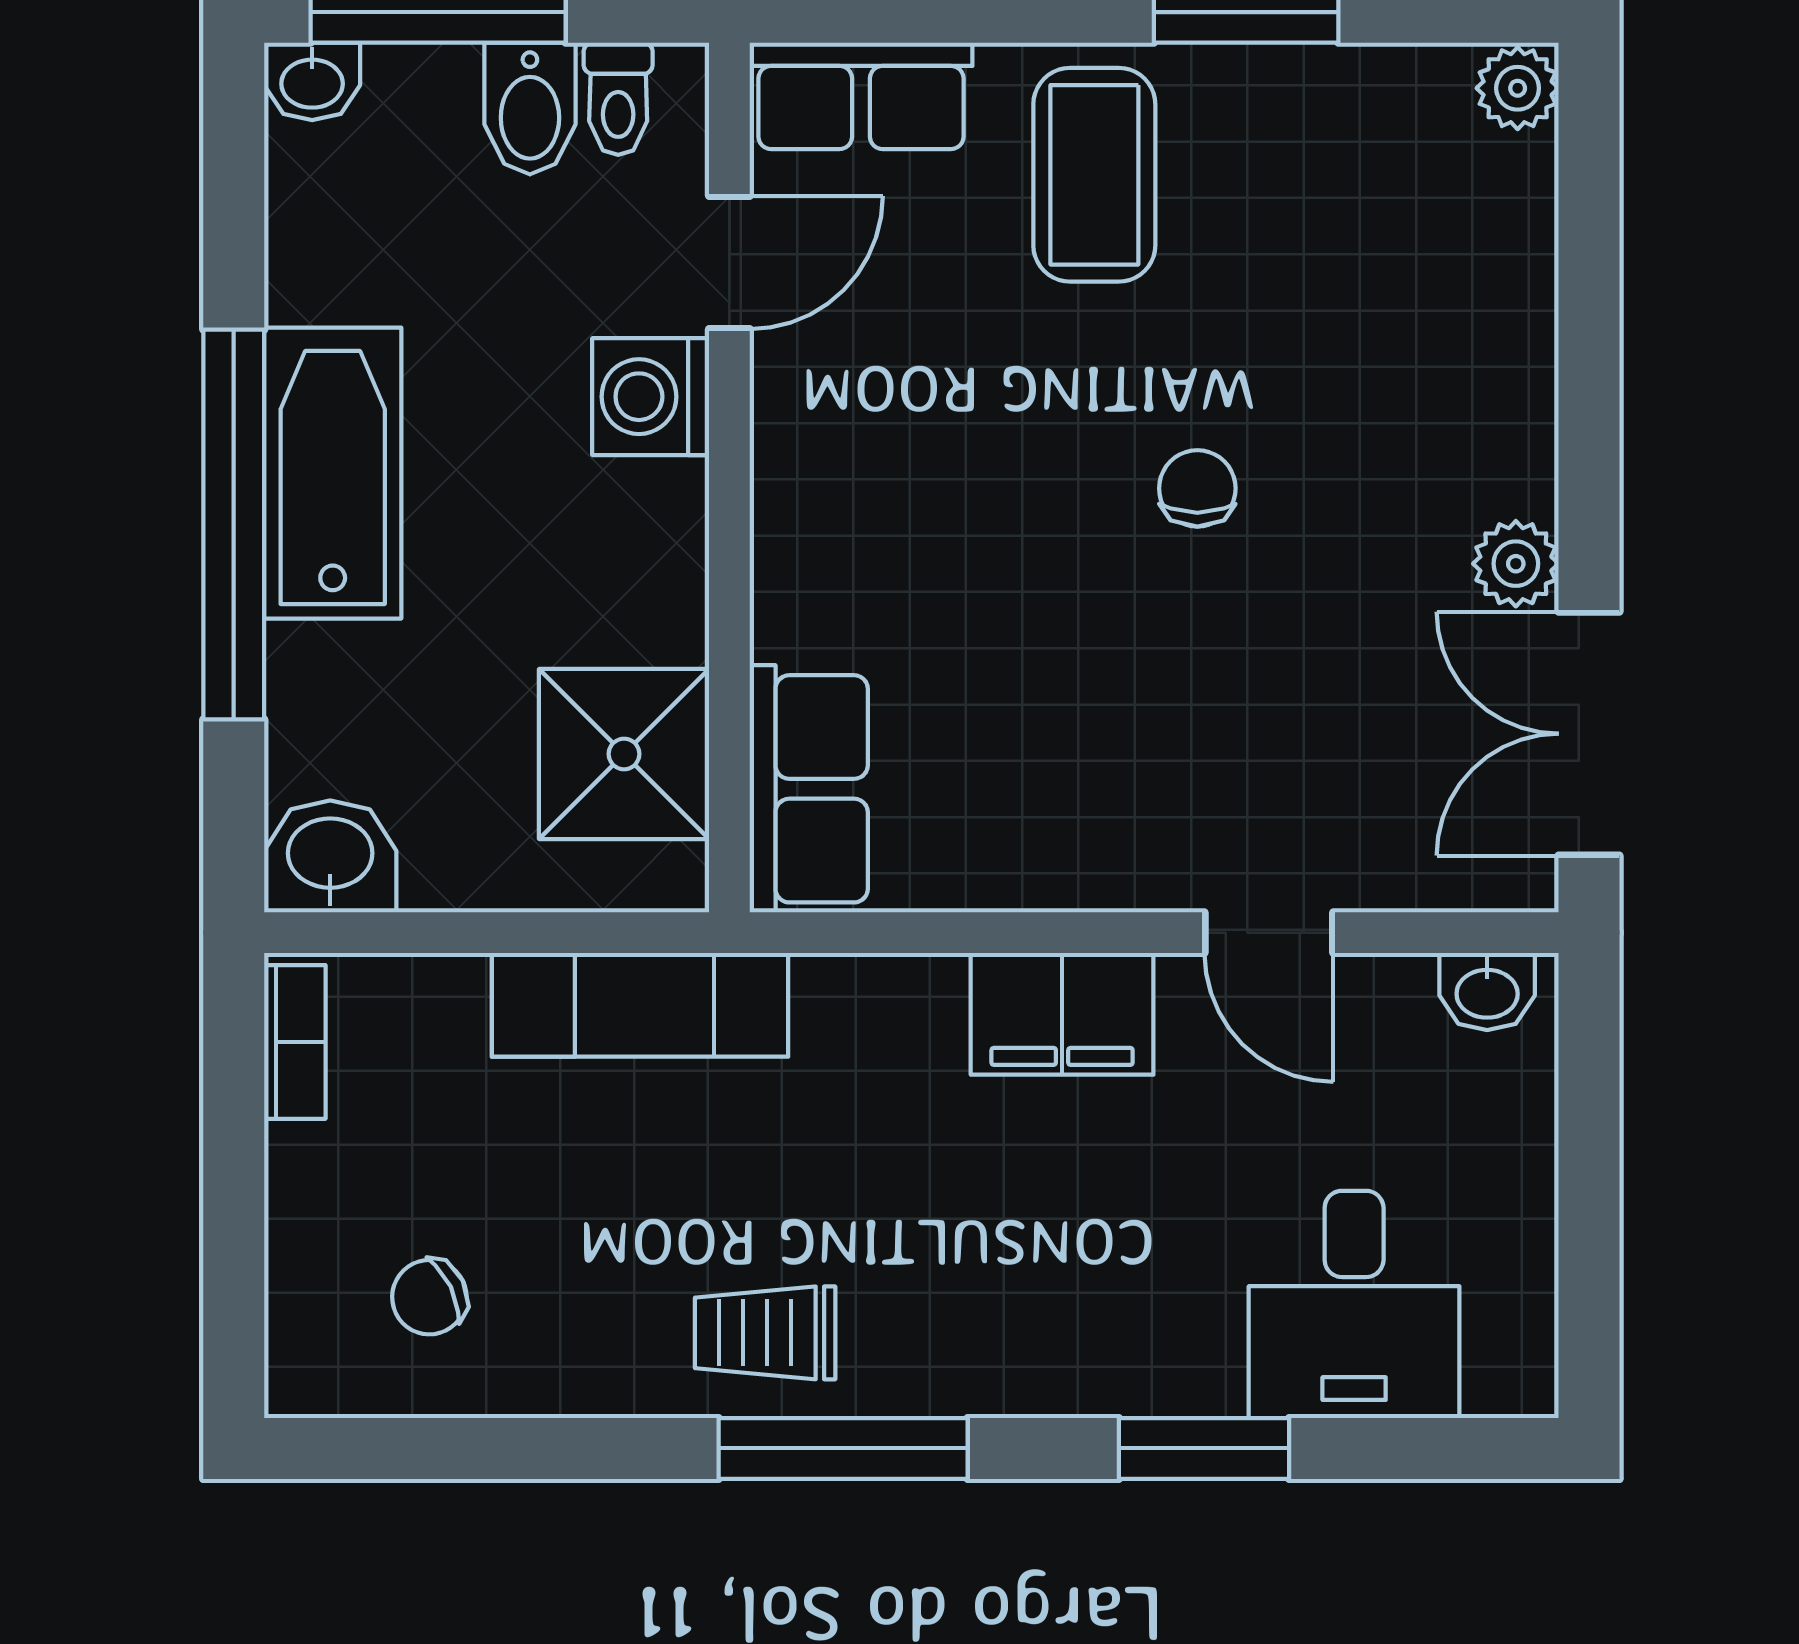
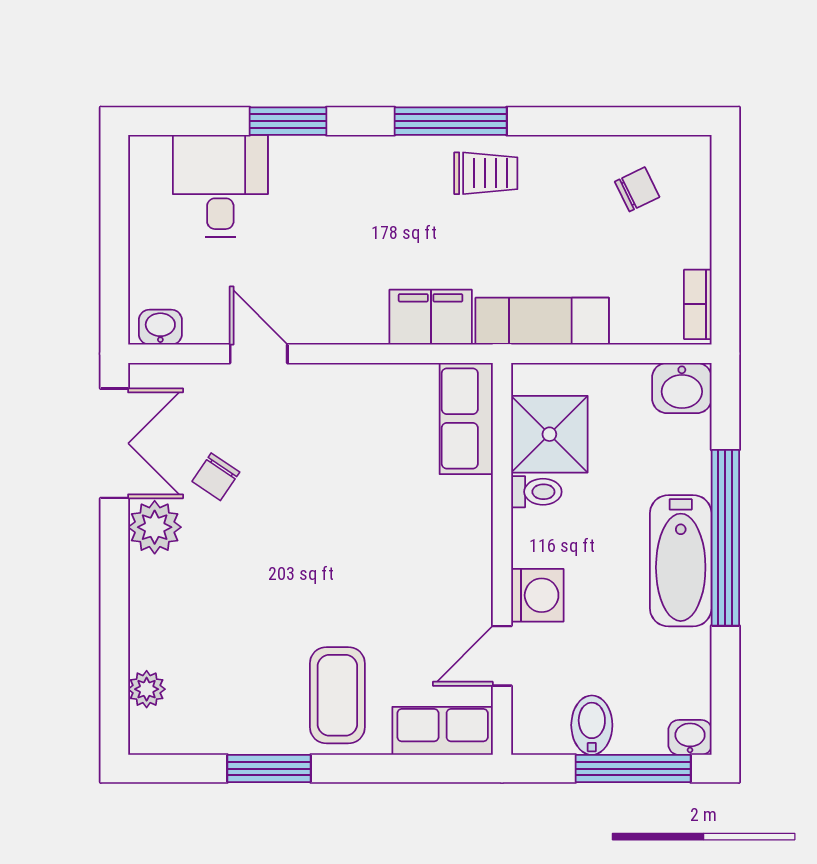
plant: (1518, 88) -> (147, 689), moved
toilet: (618, 99) -> (536, 492), moved, turned 90
chair: (1197, 488) -> (216, 477), moved, turned 34
plant: (1516, 564) -> (155, 527), width x1.38, depth x1.38
filing cabinet: (1062, 1014) -> (431, 317), moved

